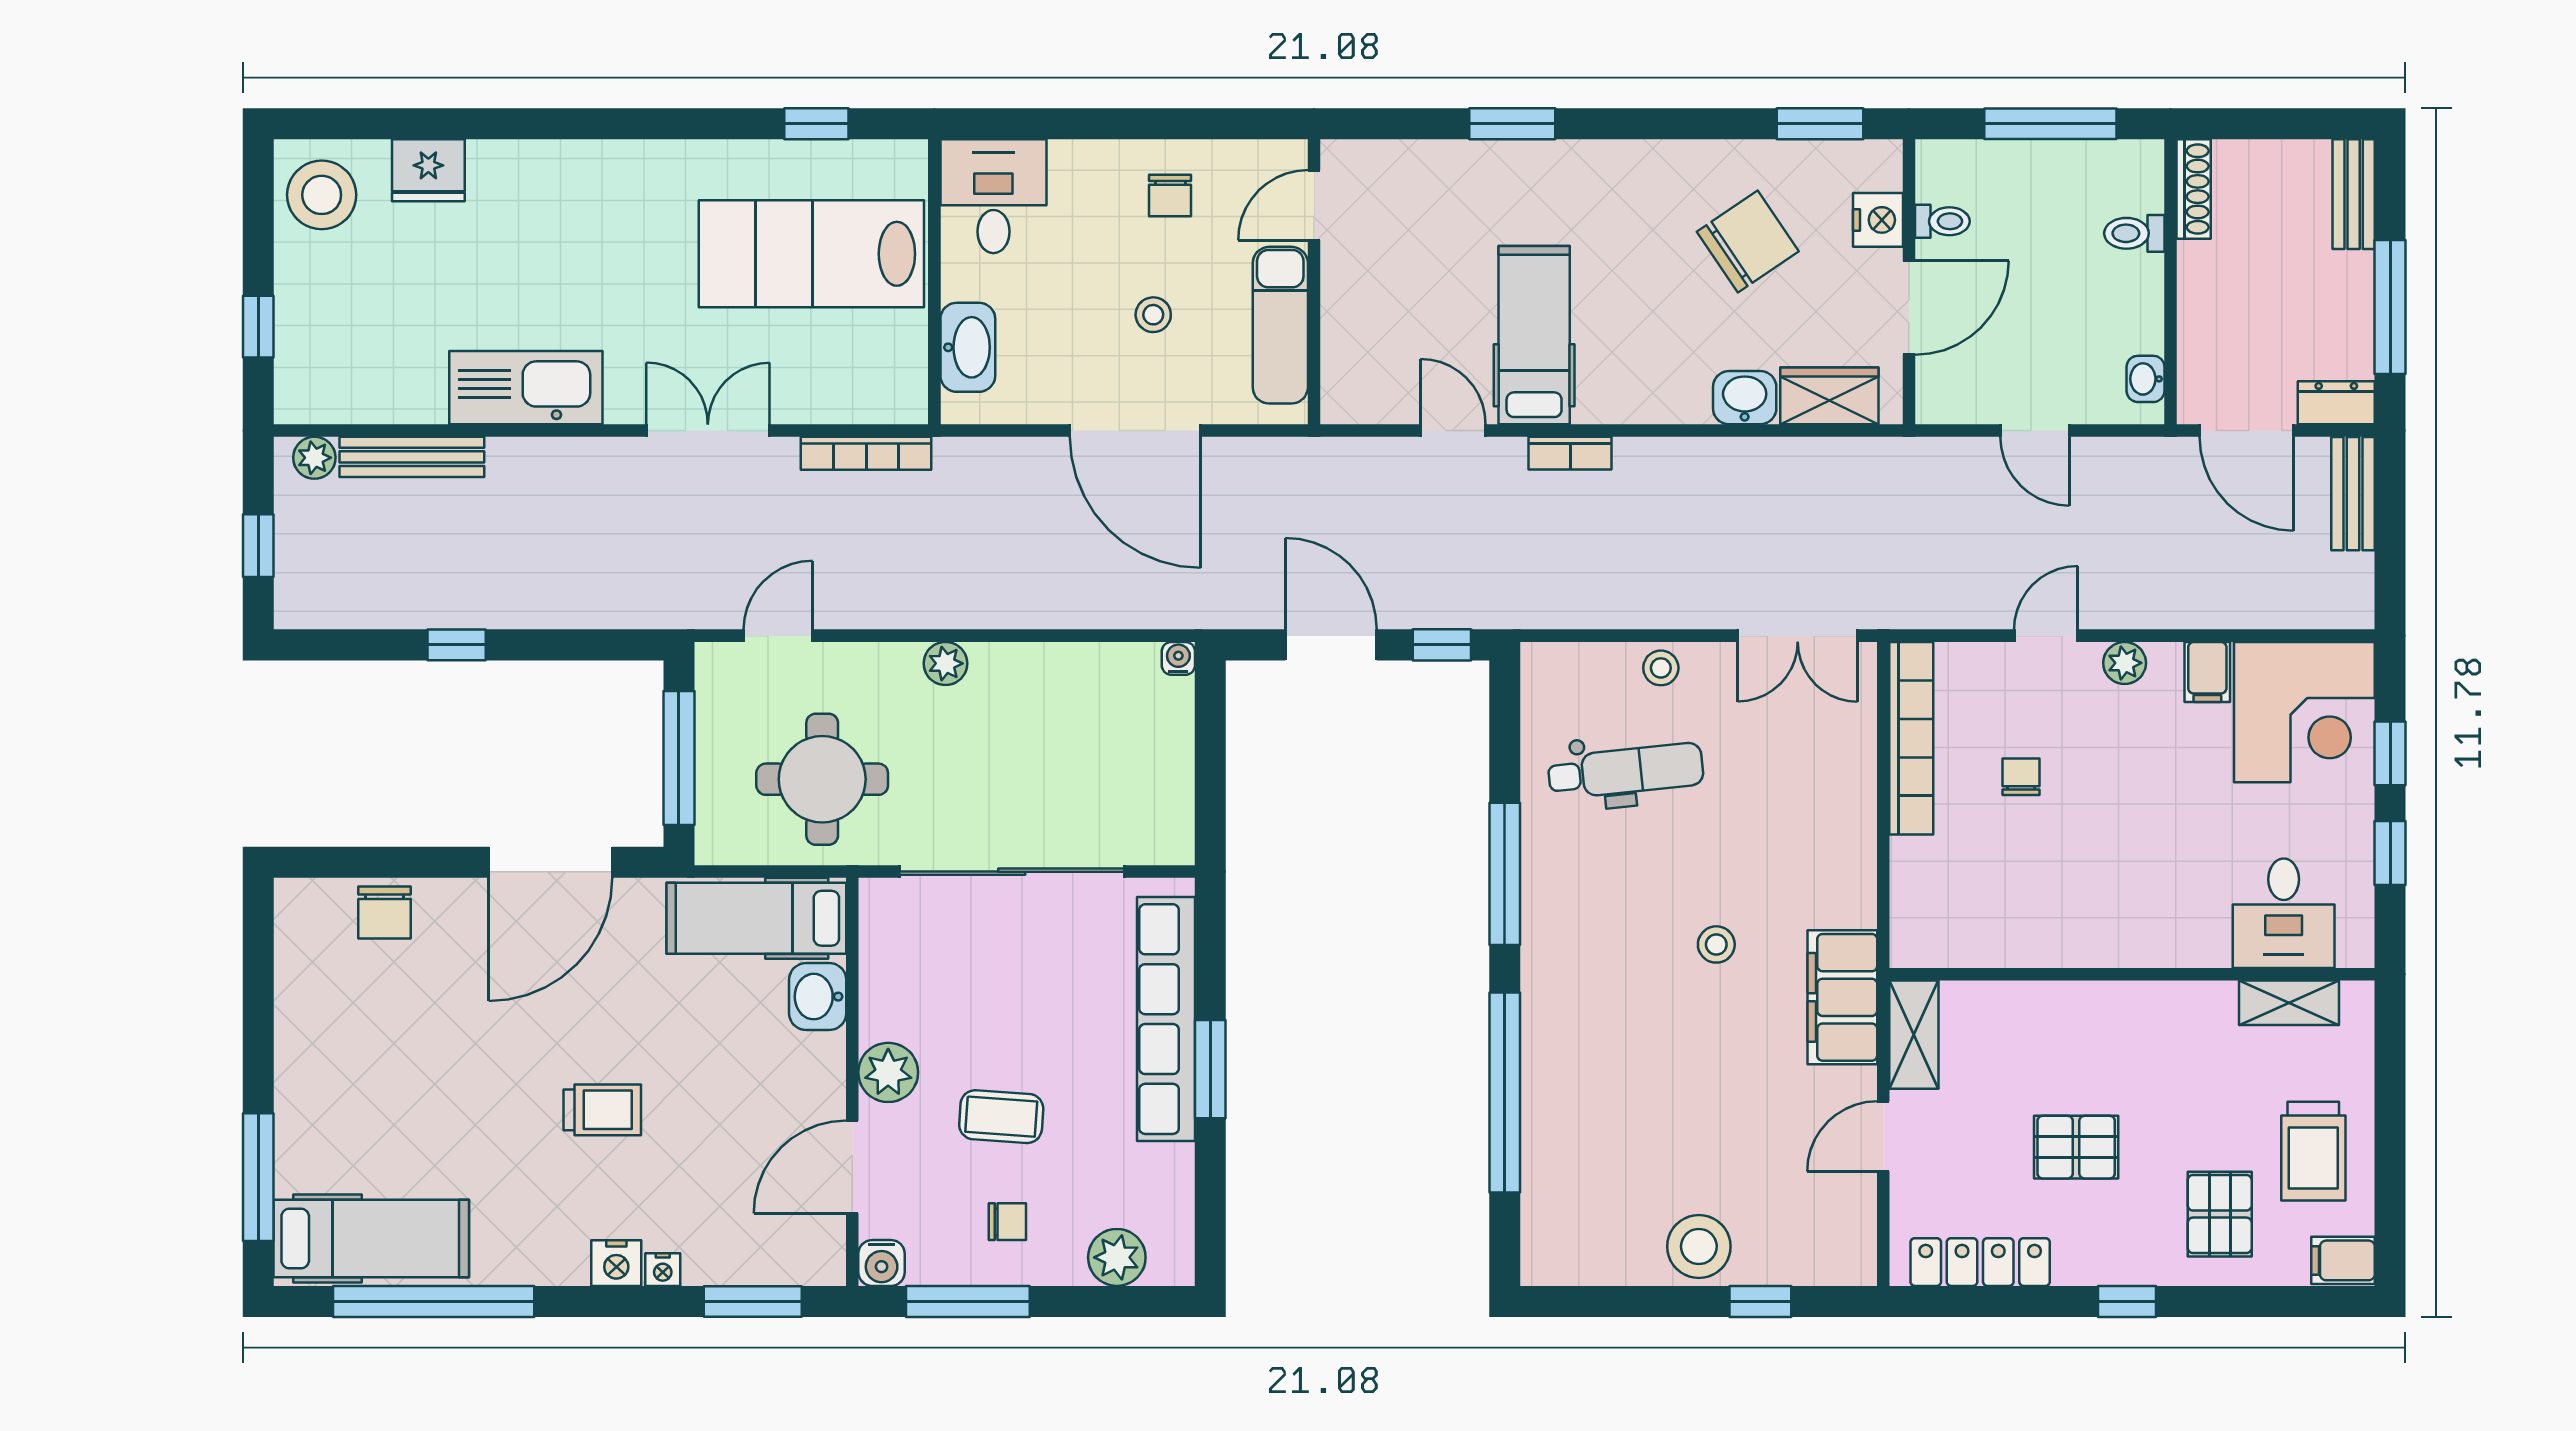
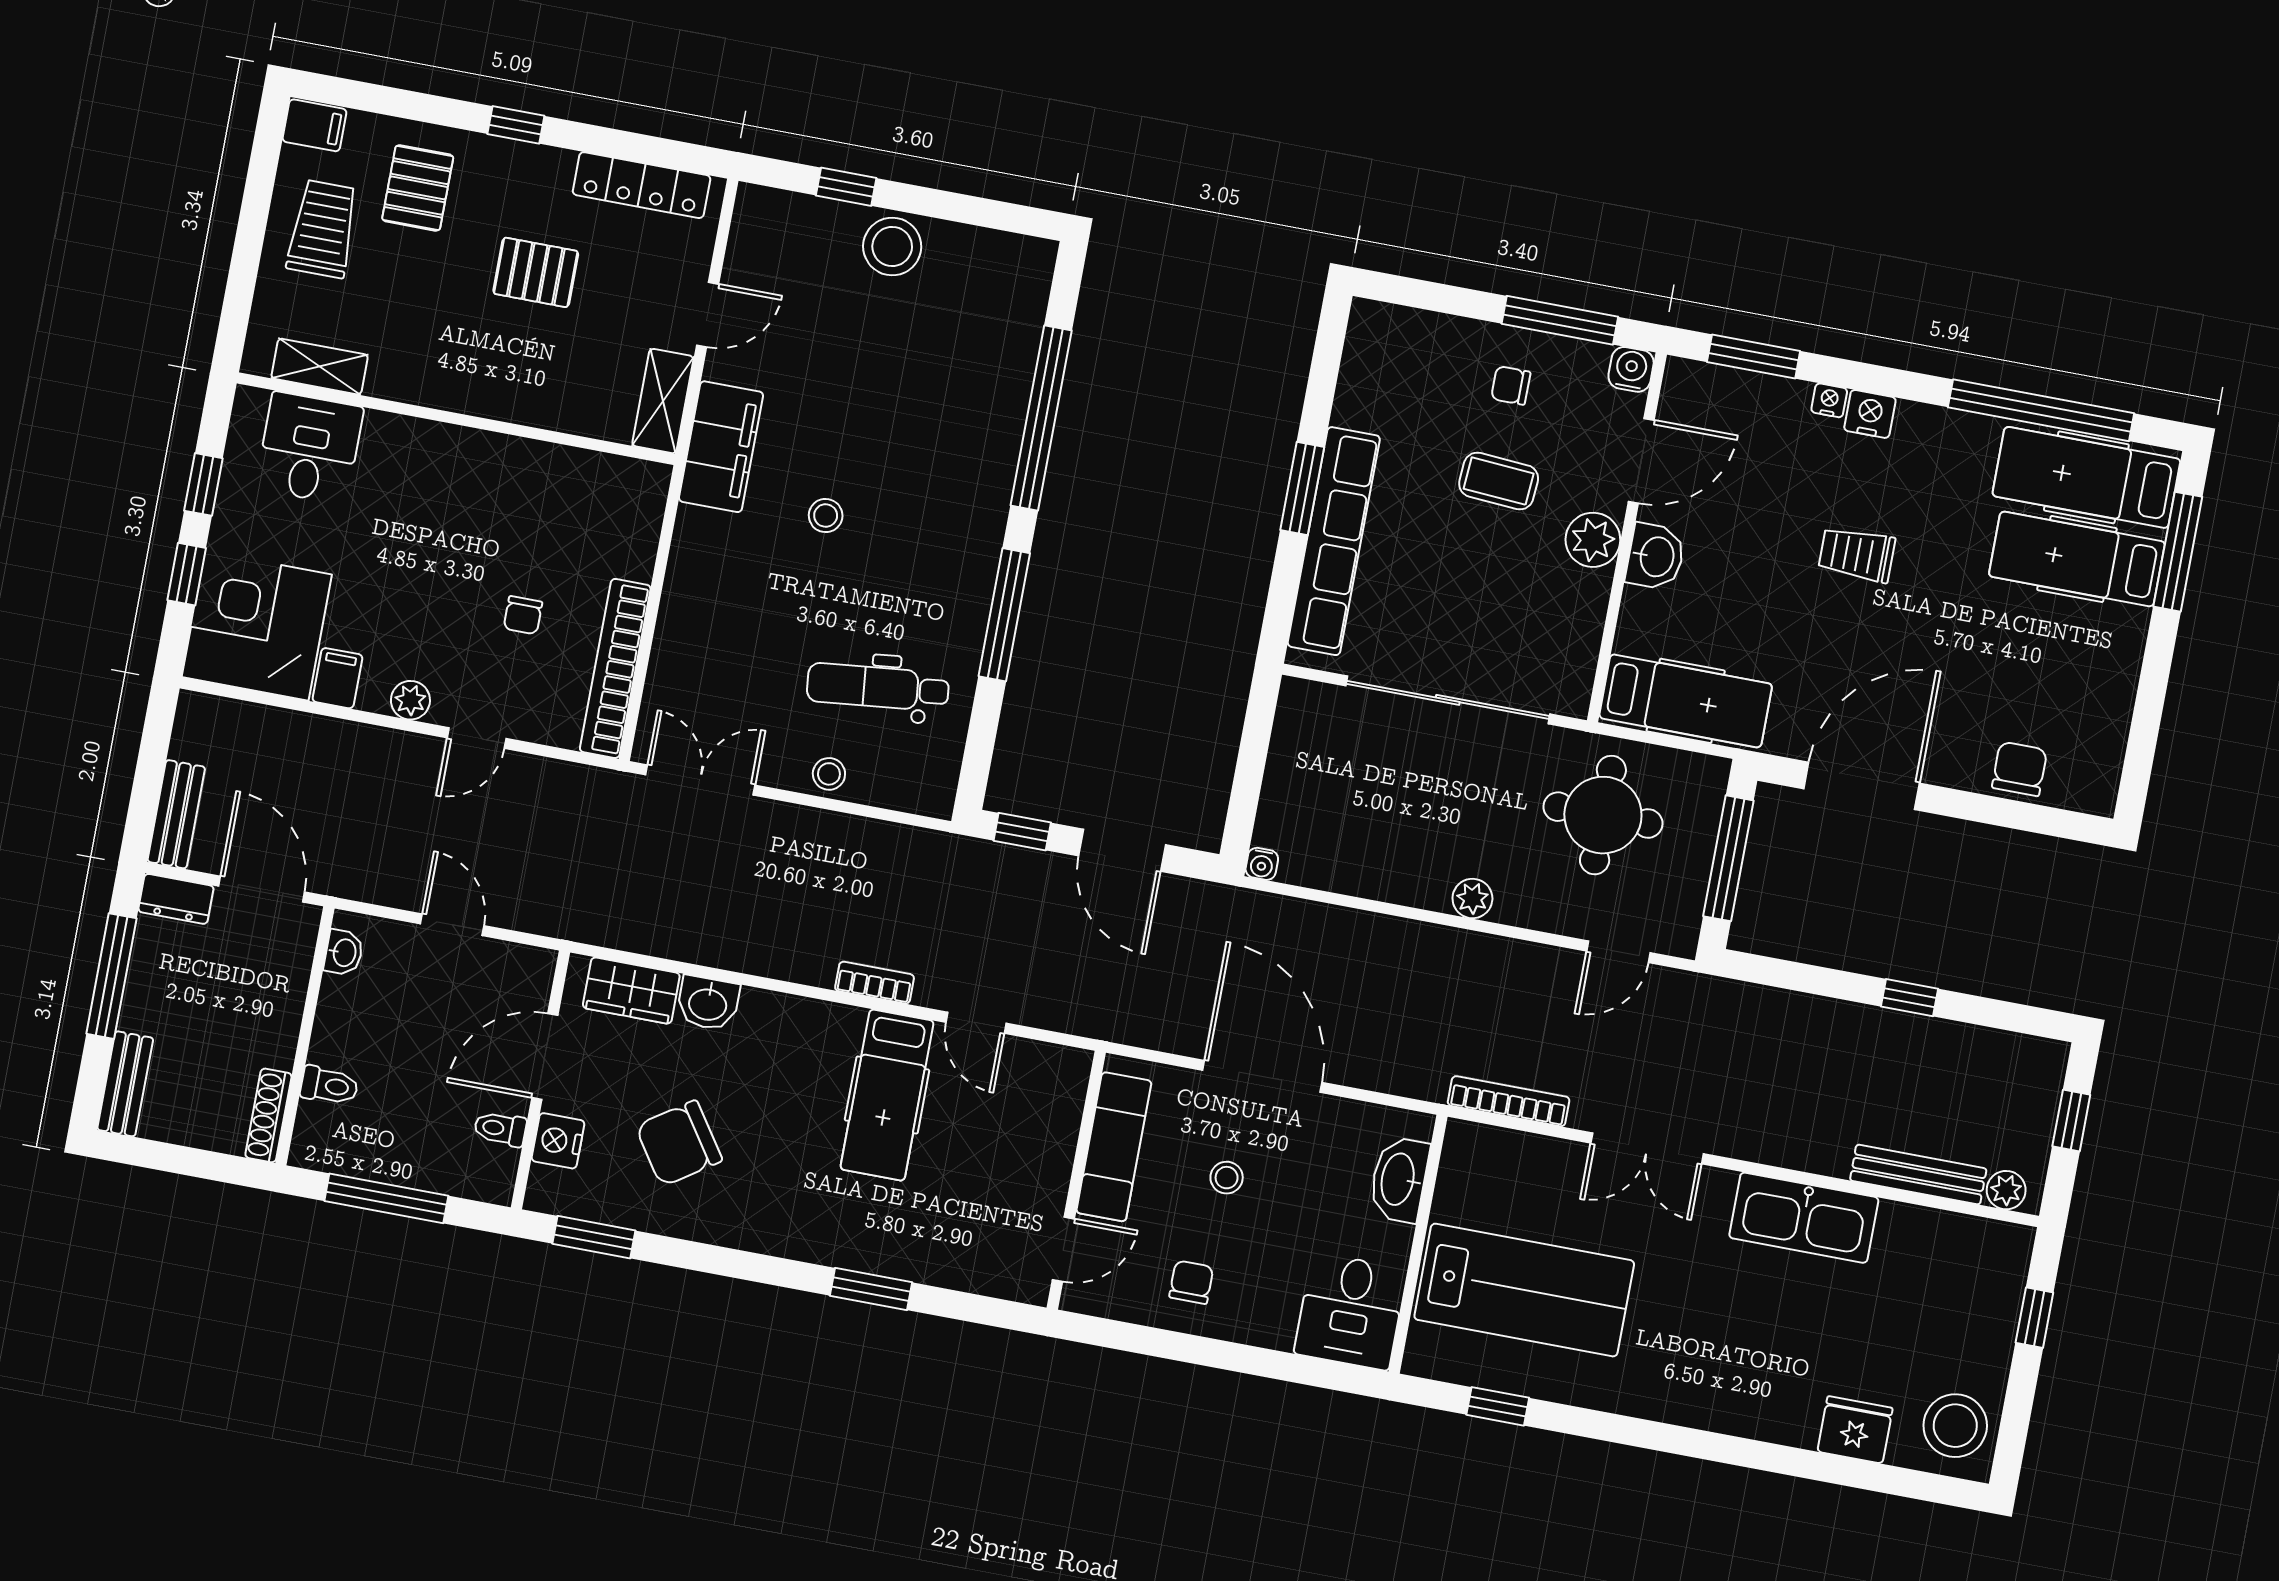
washbasin: (818, 997) -> (1656, 557), moved
hospital bed: (365, 1149) -> (2077, 559), added
plant: (1117, 1257) -> (1418, 335), removed

